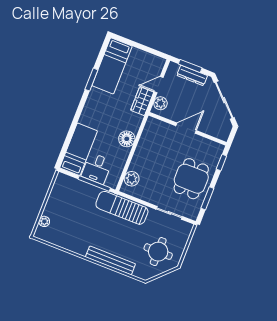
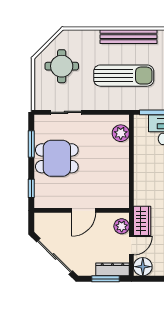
dresser: (192, 76) -> (113, 269), moved
floor lamp: (127, 139) -> (143, 267), moved
dining table: (191, 179) -> (57, 158), turned 90
sun lounger: (122, 208) -> (124, 76), moved
bench: (110, 260) -> (129, 37), moved

